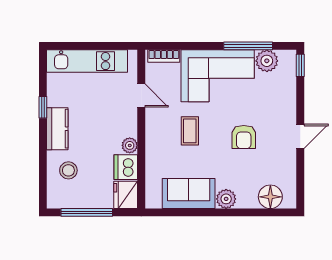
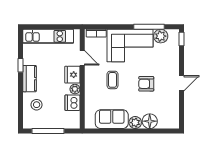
armchair: (244, 137) -> (146, 84), turned 90
fridge: (126, 195) -> (72, 75), moved
floor lamp: (270, 197) -> (150, 121), moved

